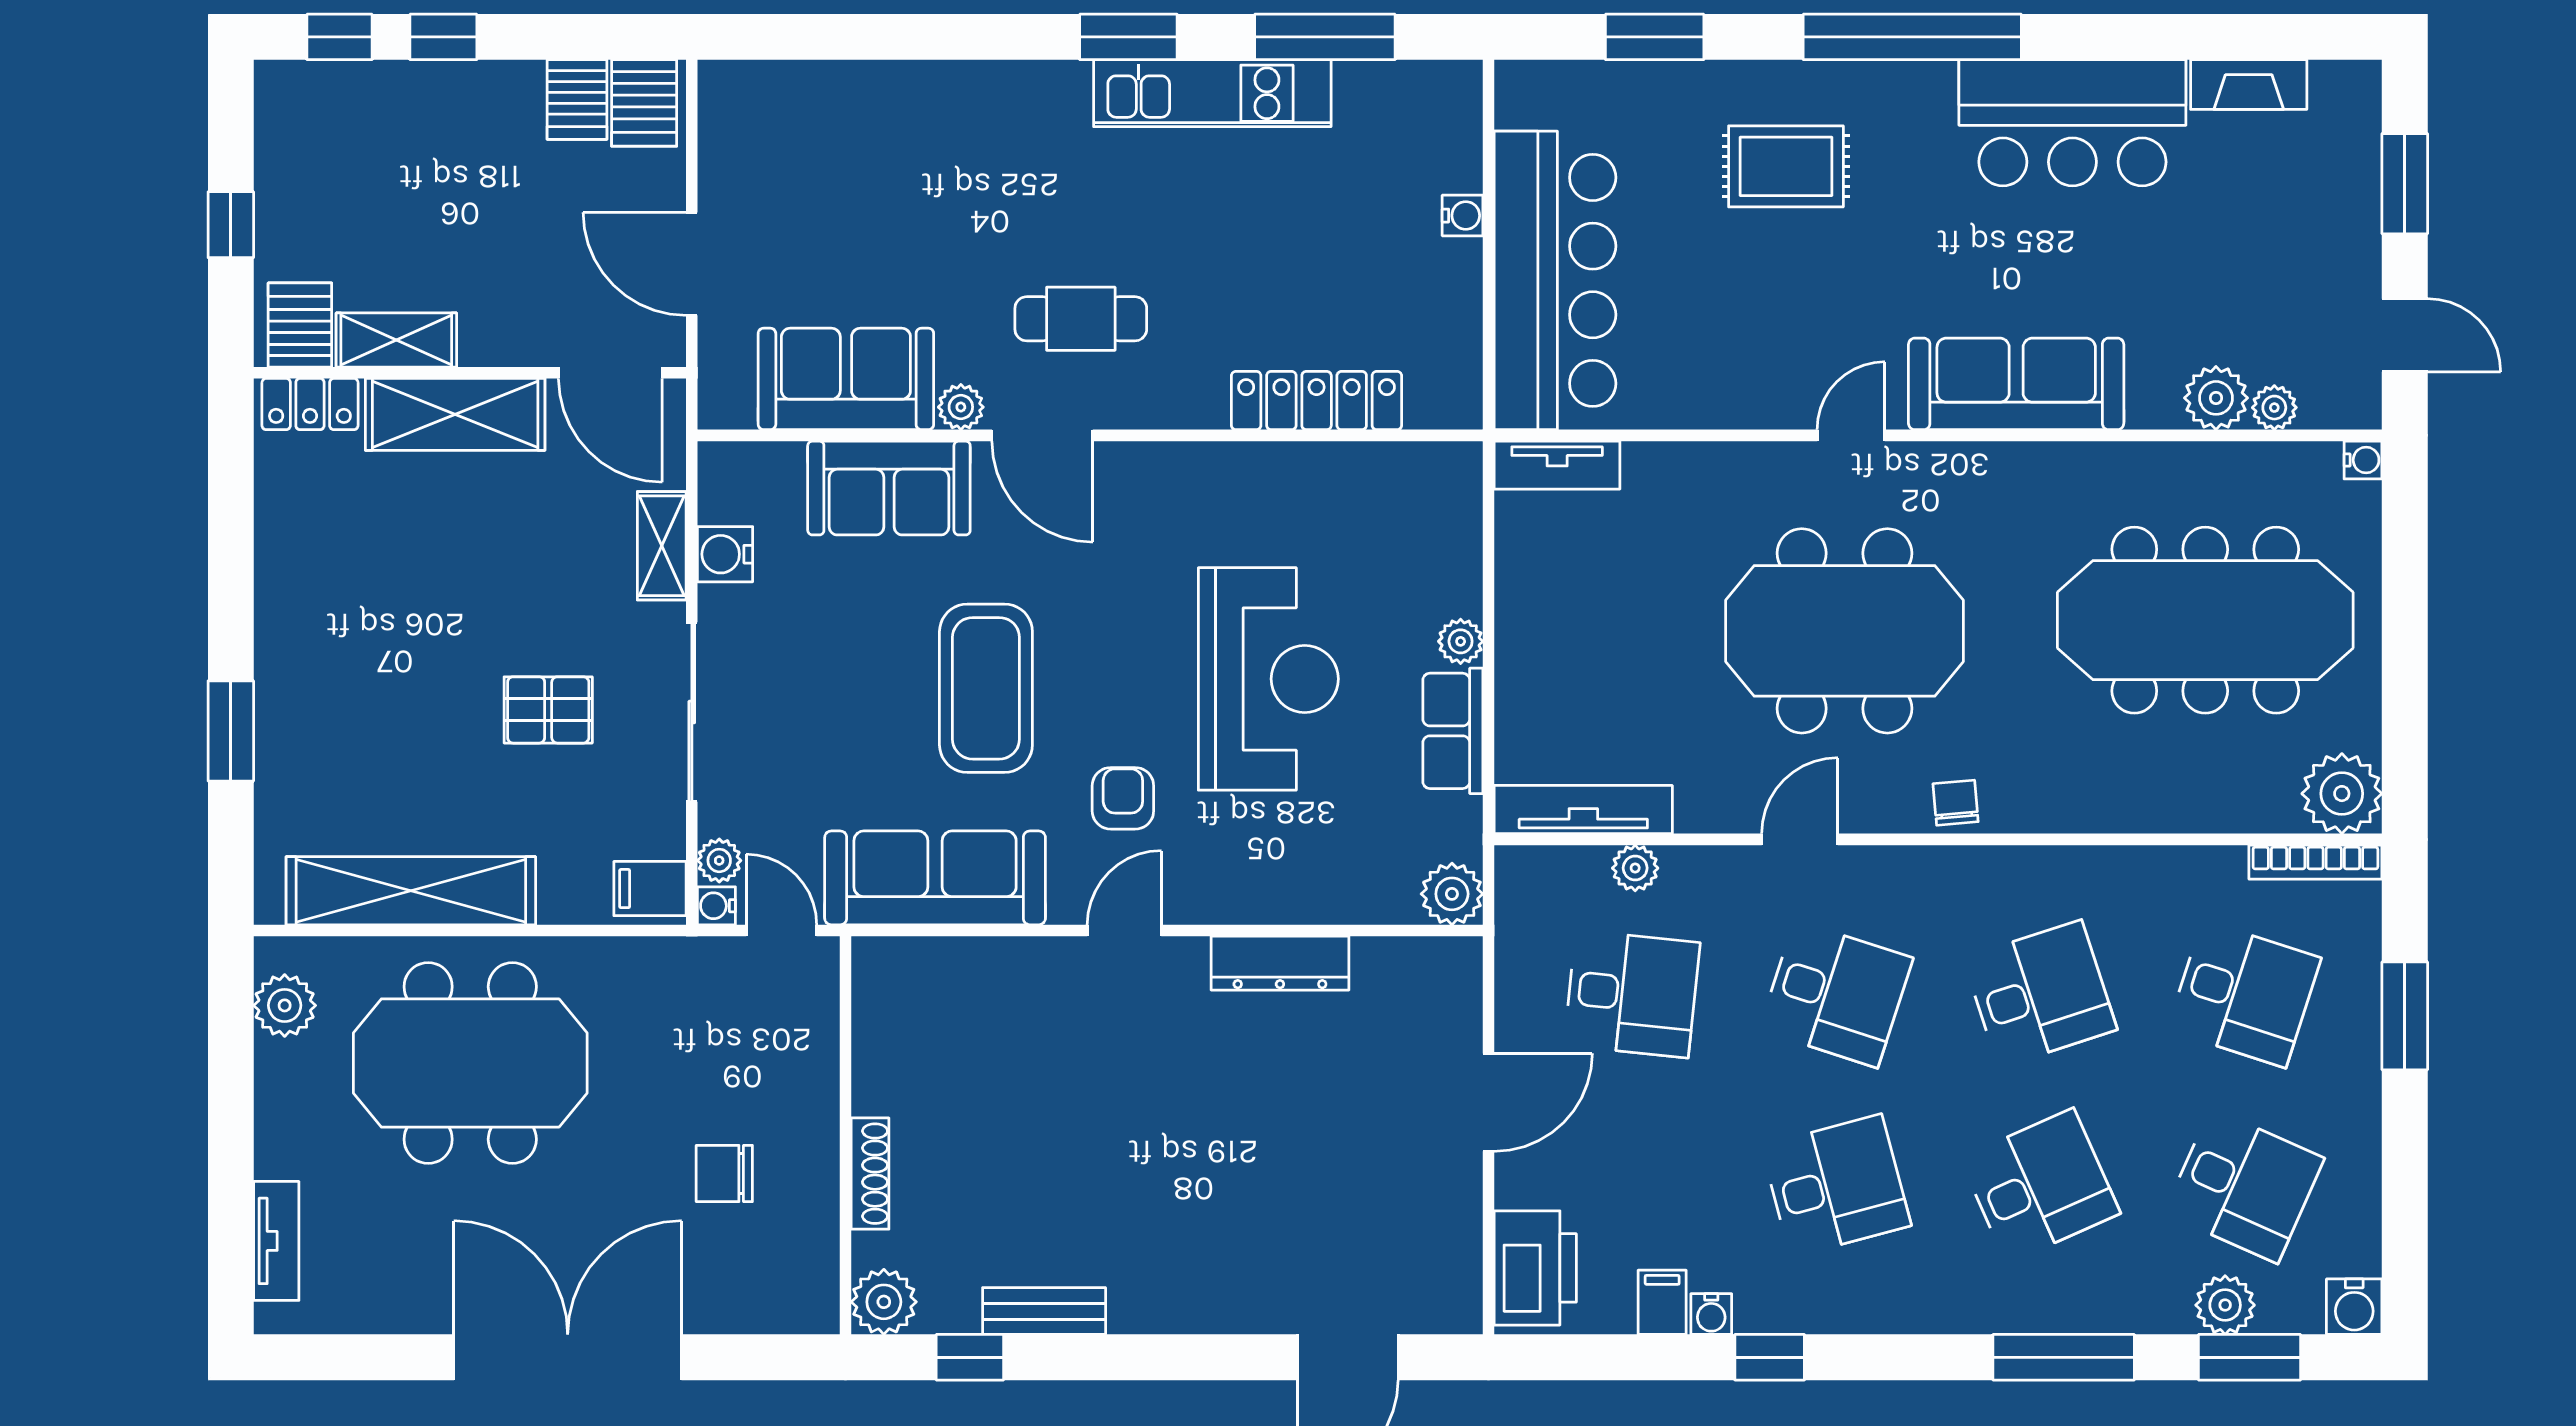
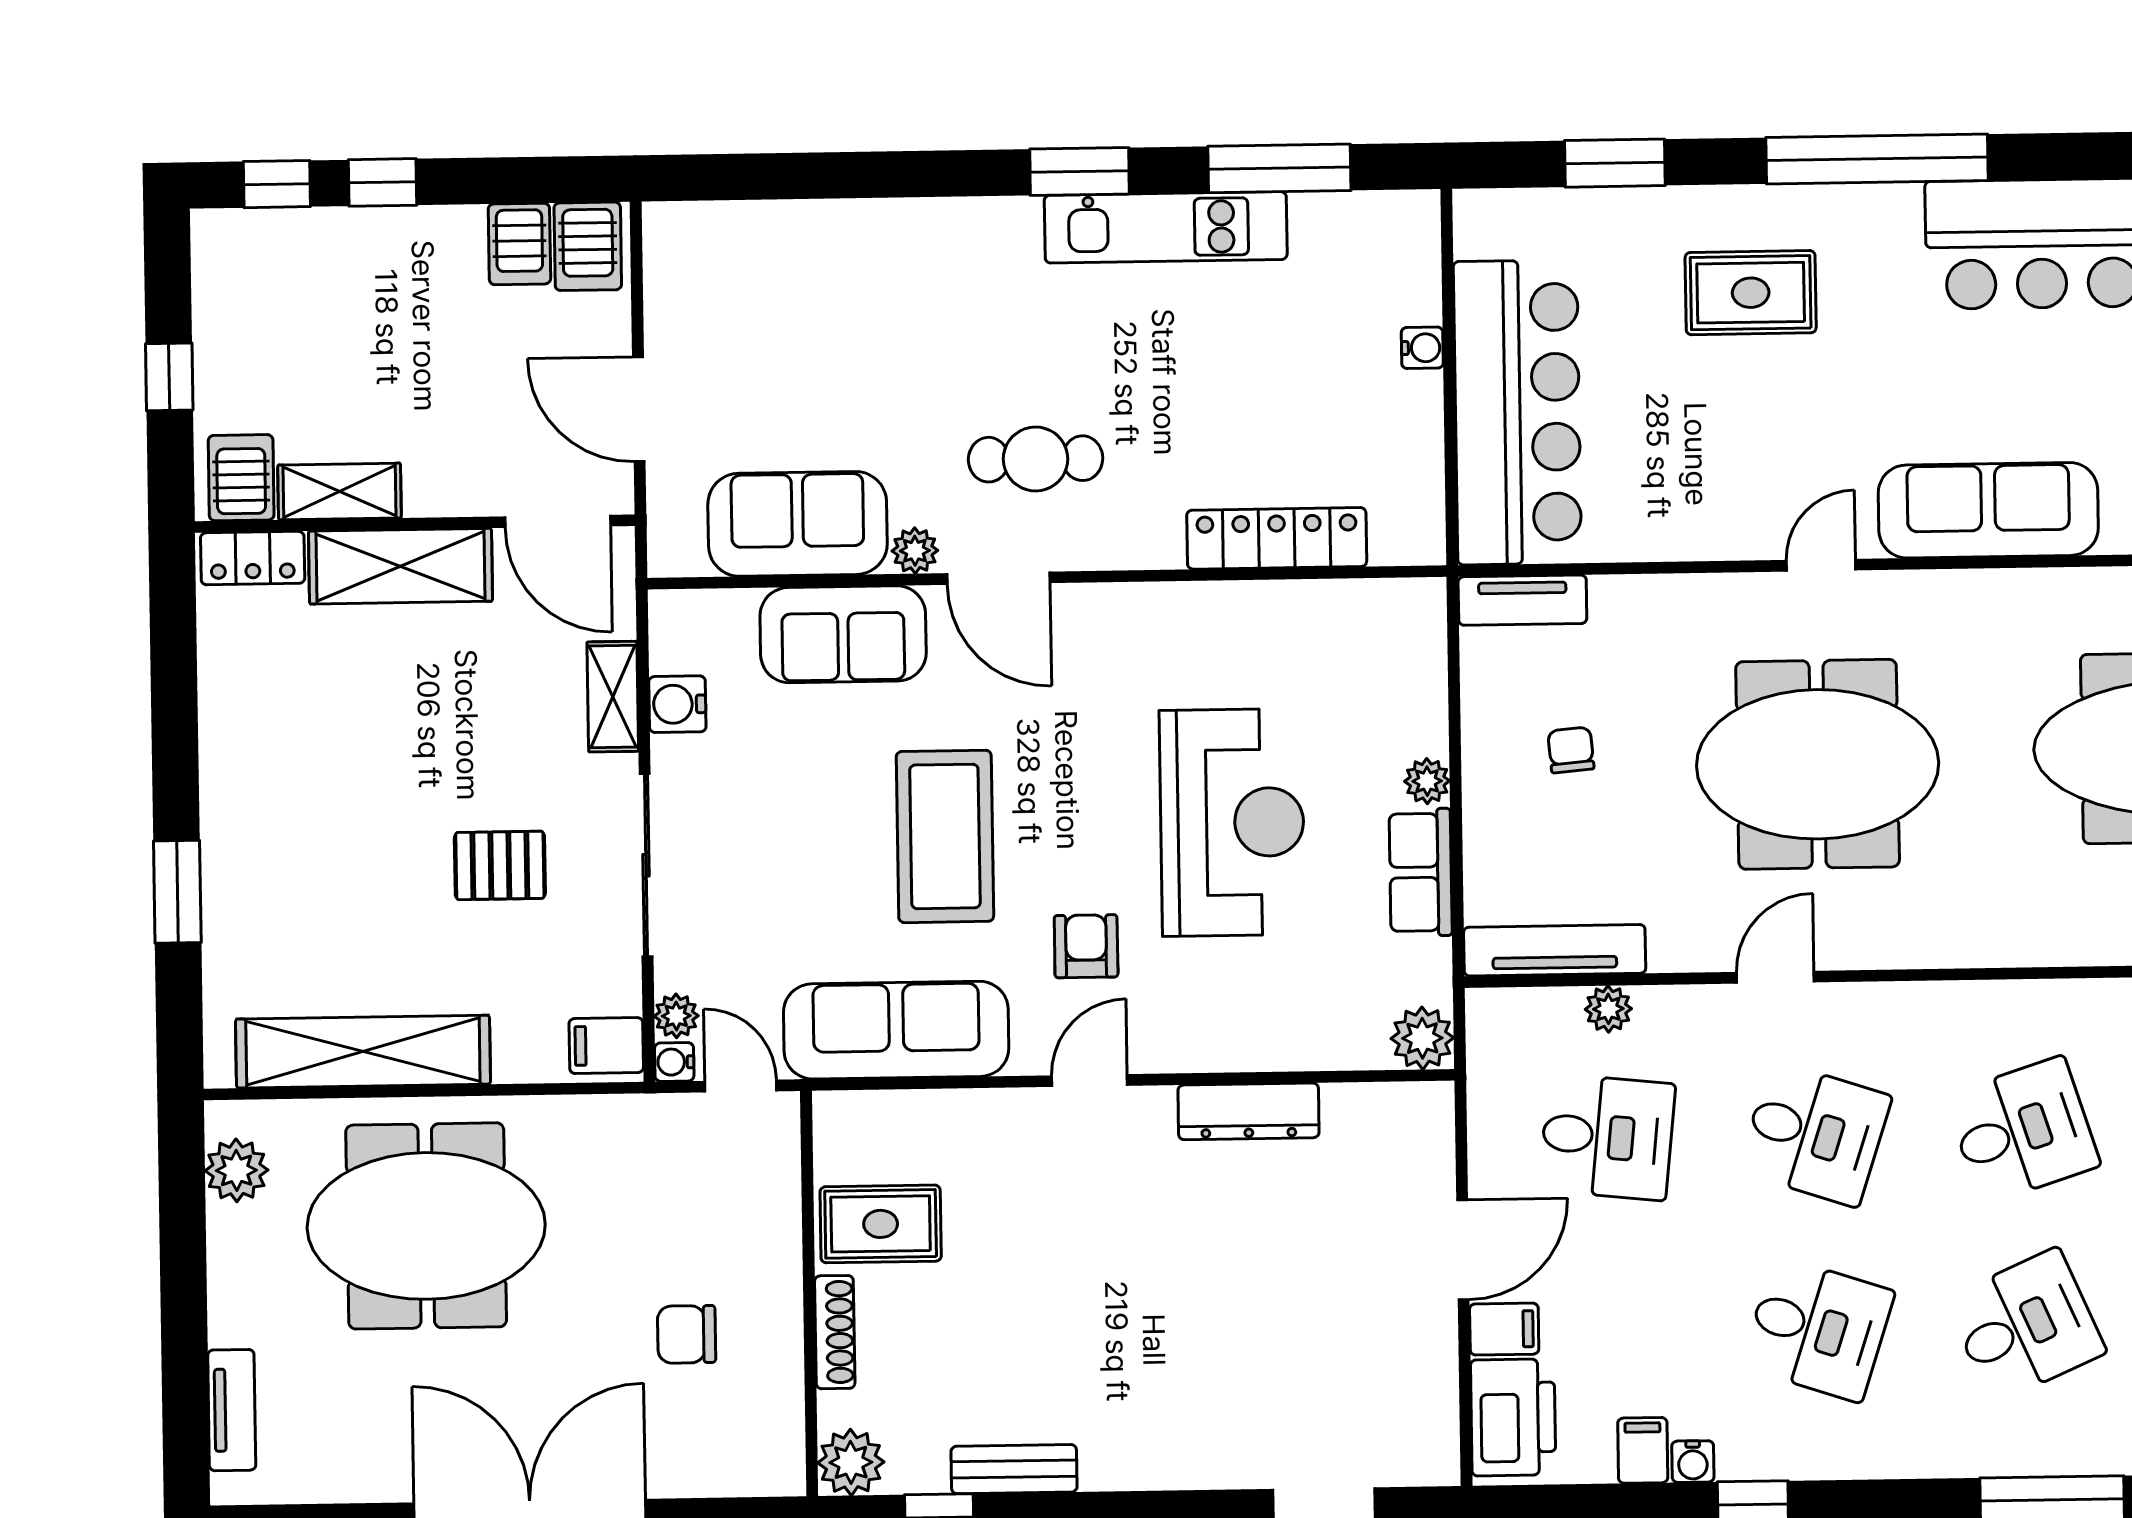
chair: (1956, 803) -> (1571, 750), moved
rug: (917, 1068) -> (881, 1224), added
filing cabinet: (1528, 1181) -> (1504, 1329), added
desk: (1836, 1186) -> (1818, 1329), turned 33

